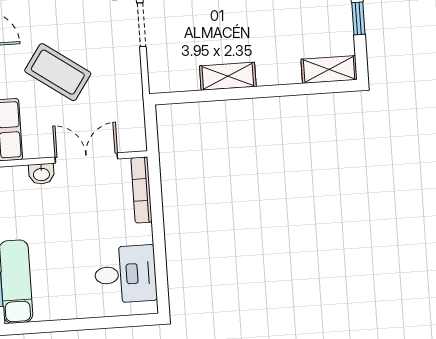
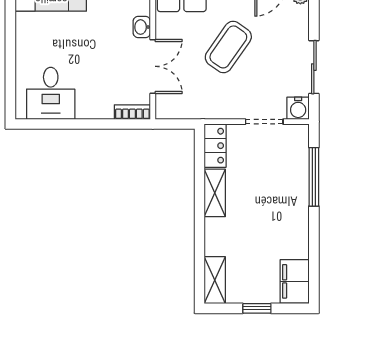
locker: (173, 80) -> (215, 146), added
bookcase: (142, 190) -> (132, 112), width x0.64

